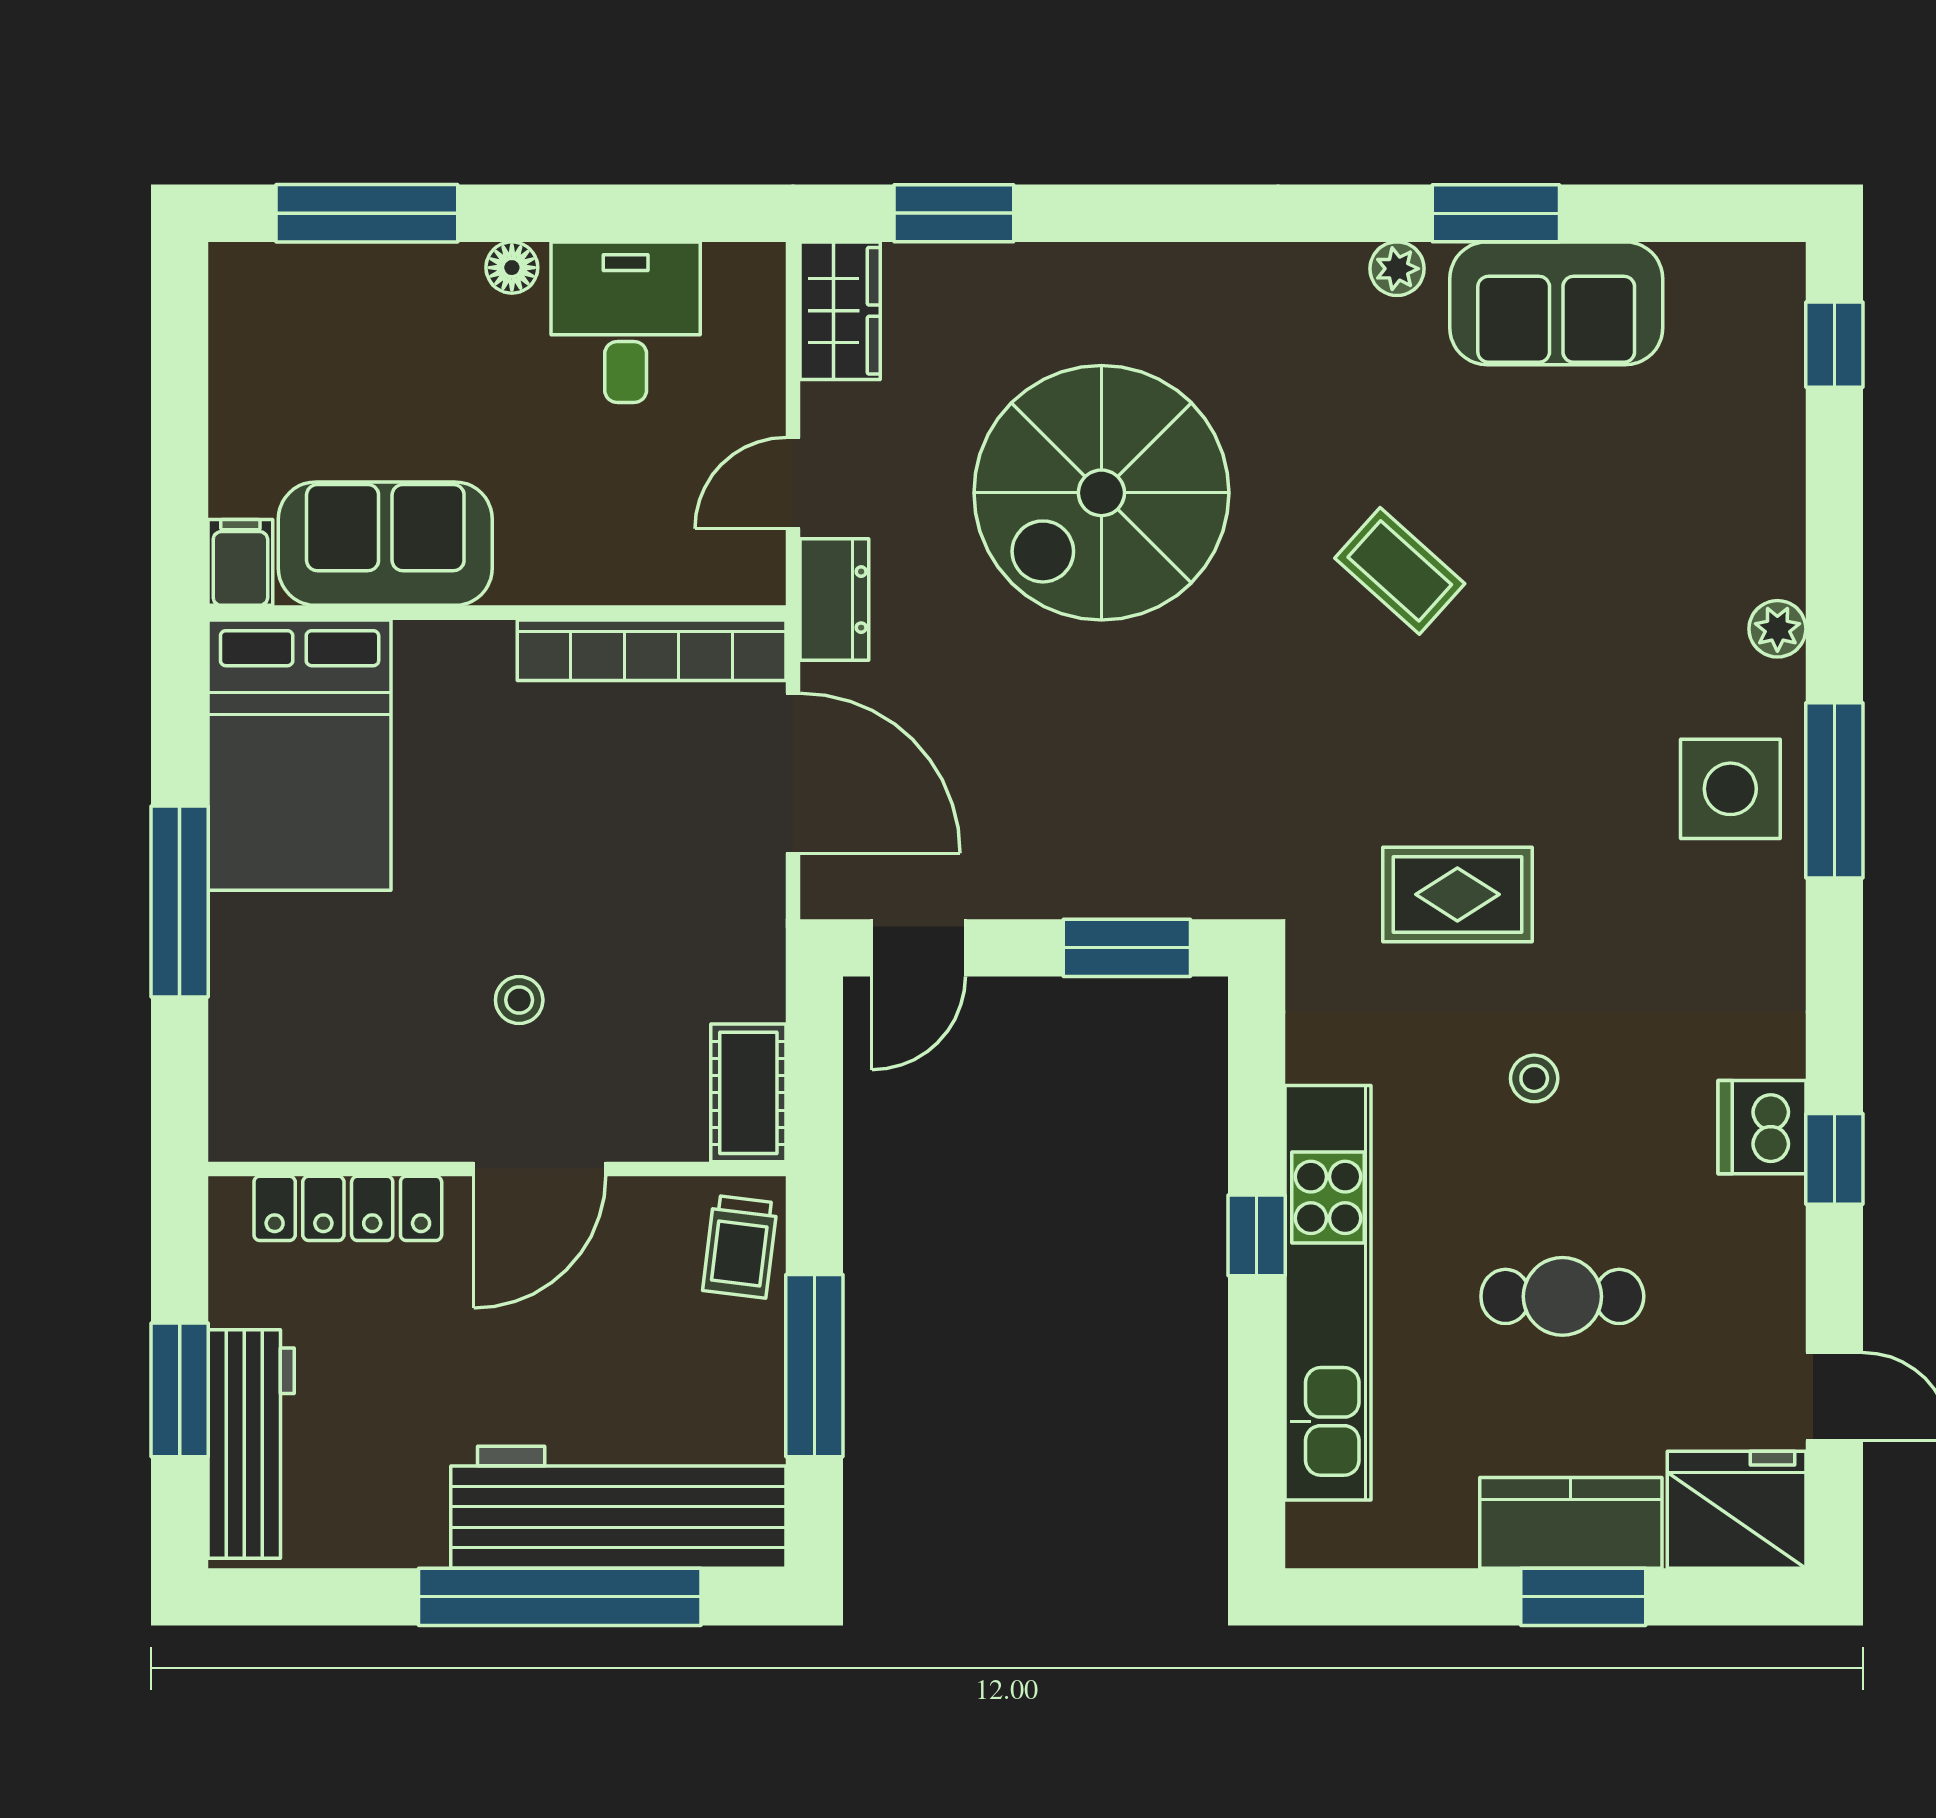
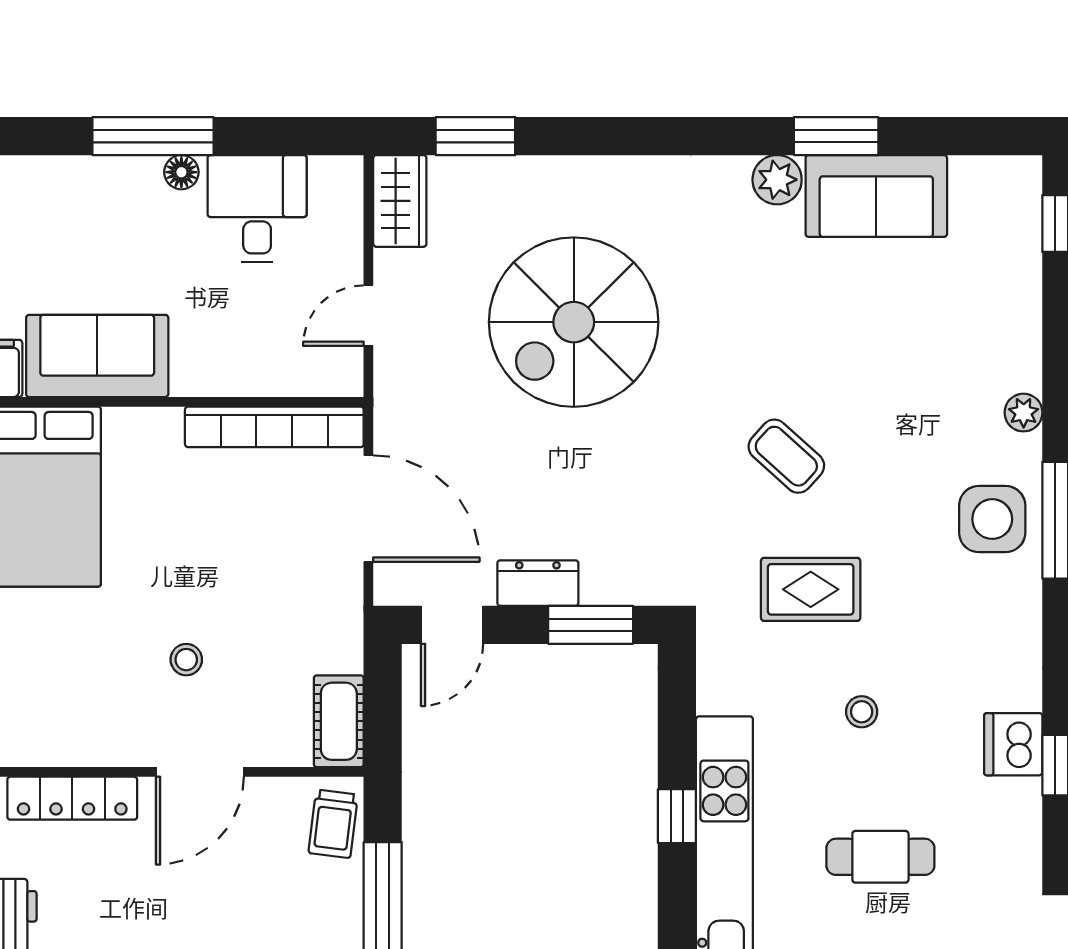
window: (367, 213) -> (153, 136), moved
plant: (1397, 269) -> (777, 180), width x1.38, depth x1.38
coffee table: (1400, 571) -> (786, 456), moved
dresser: (834, 600) -> (538, 583), moved, turned -90

